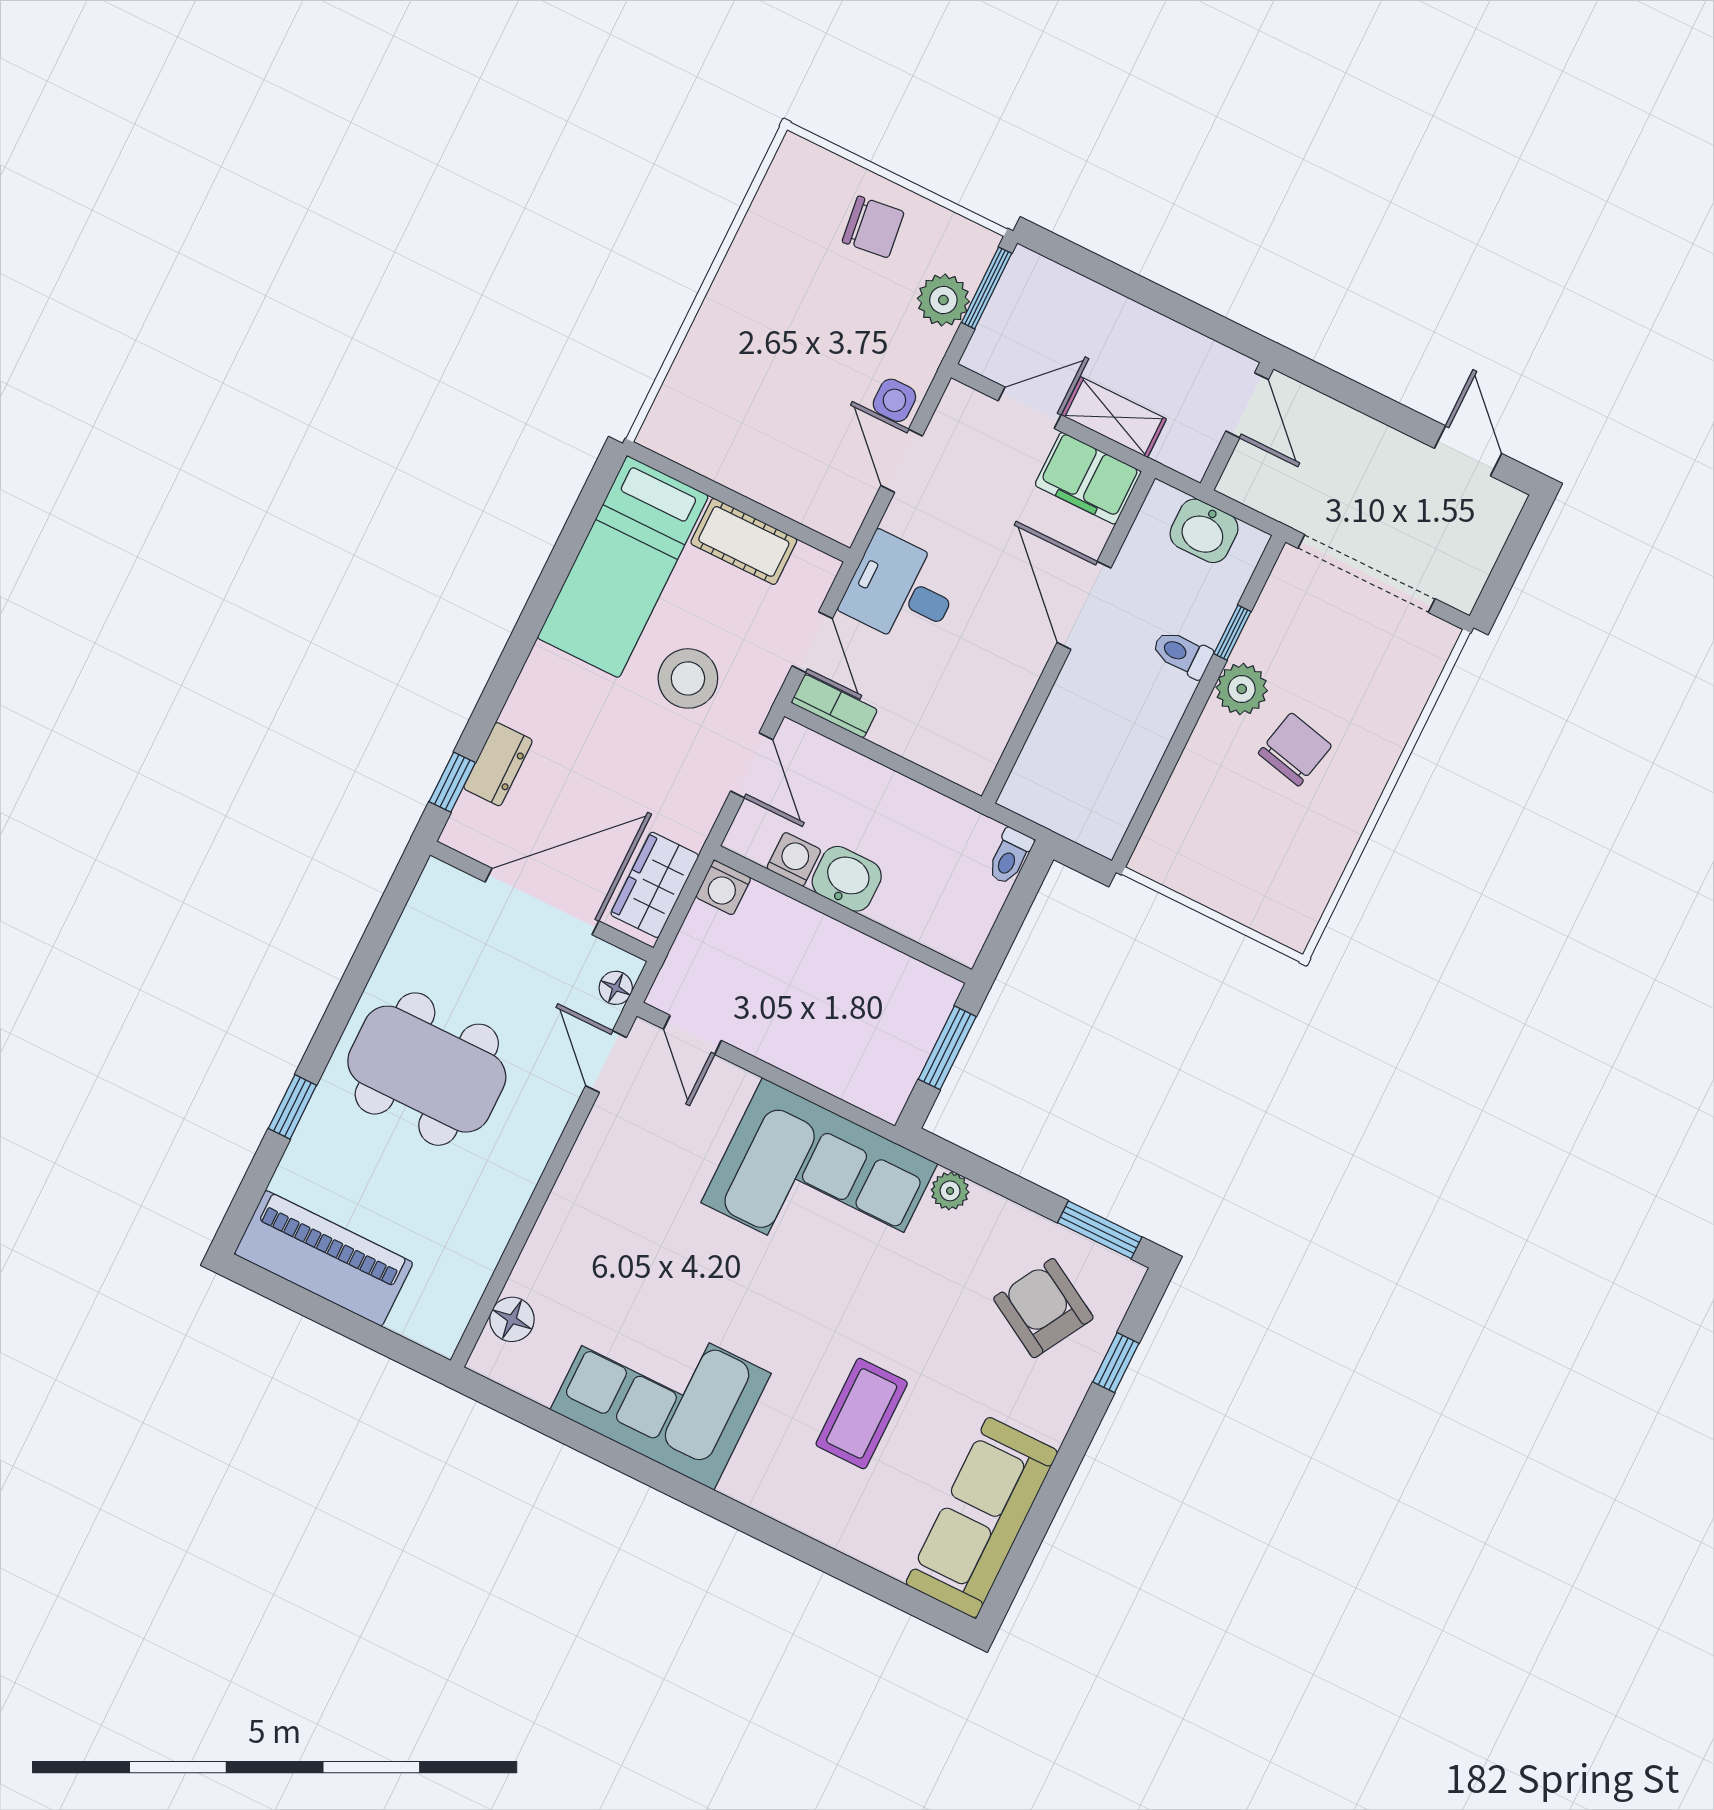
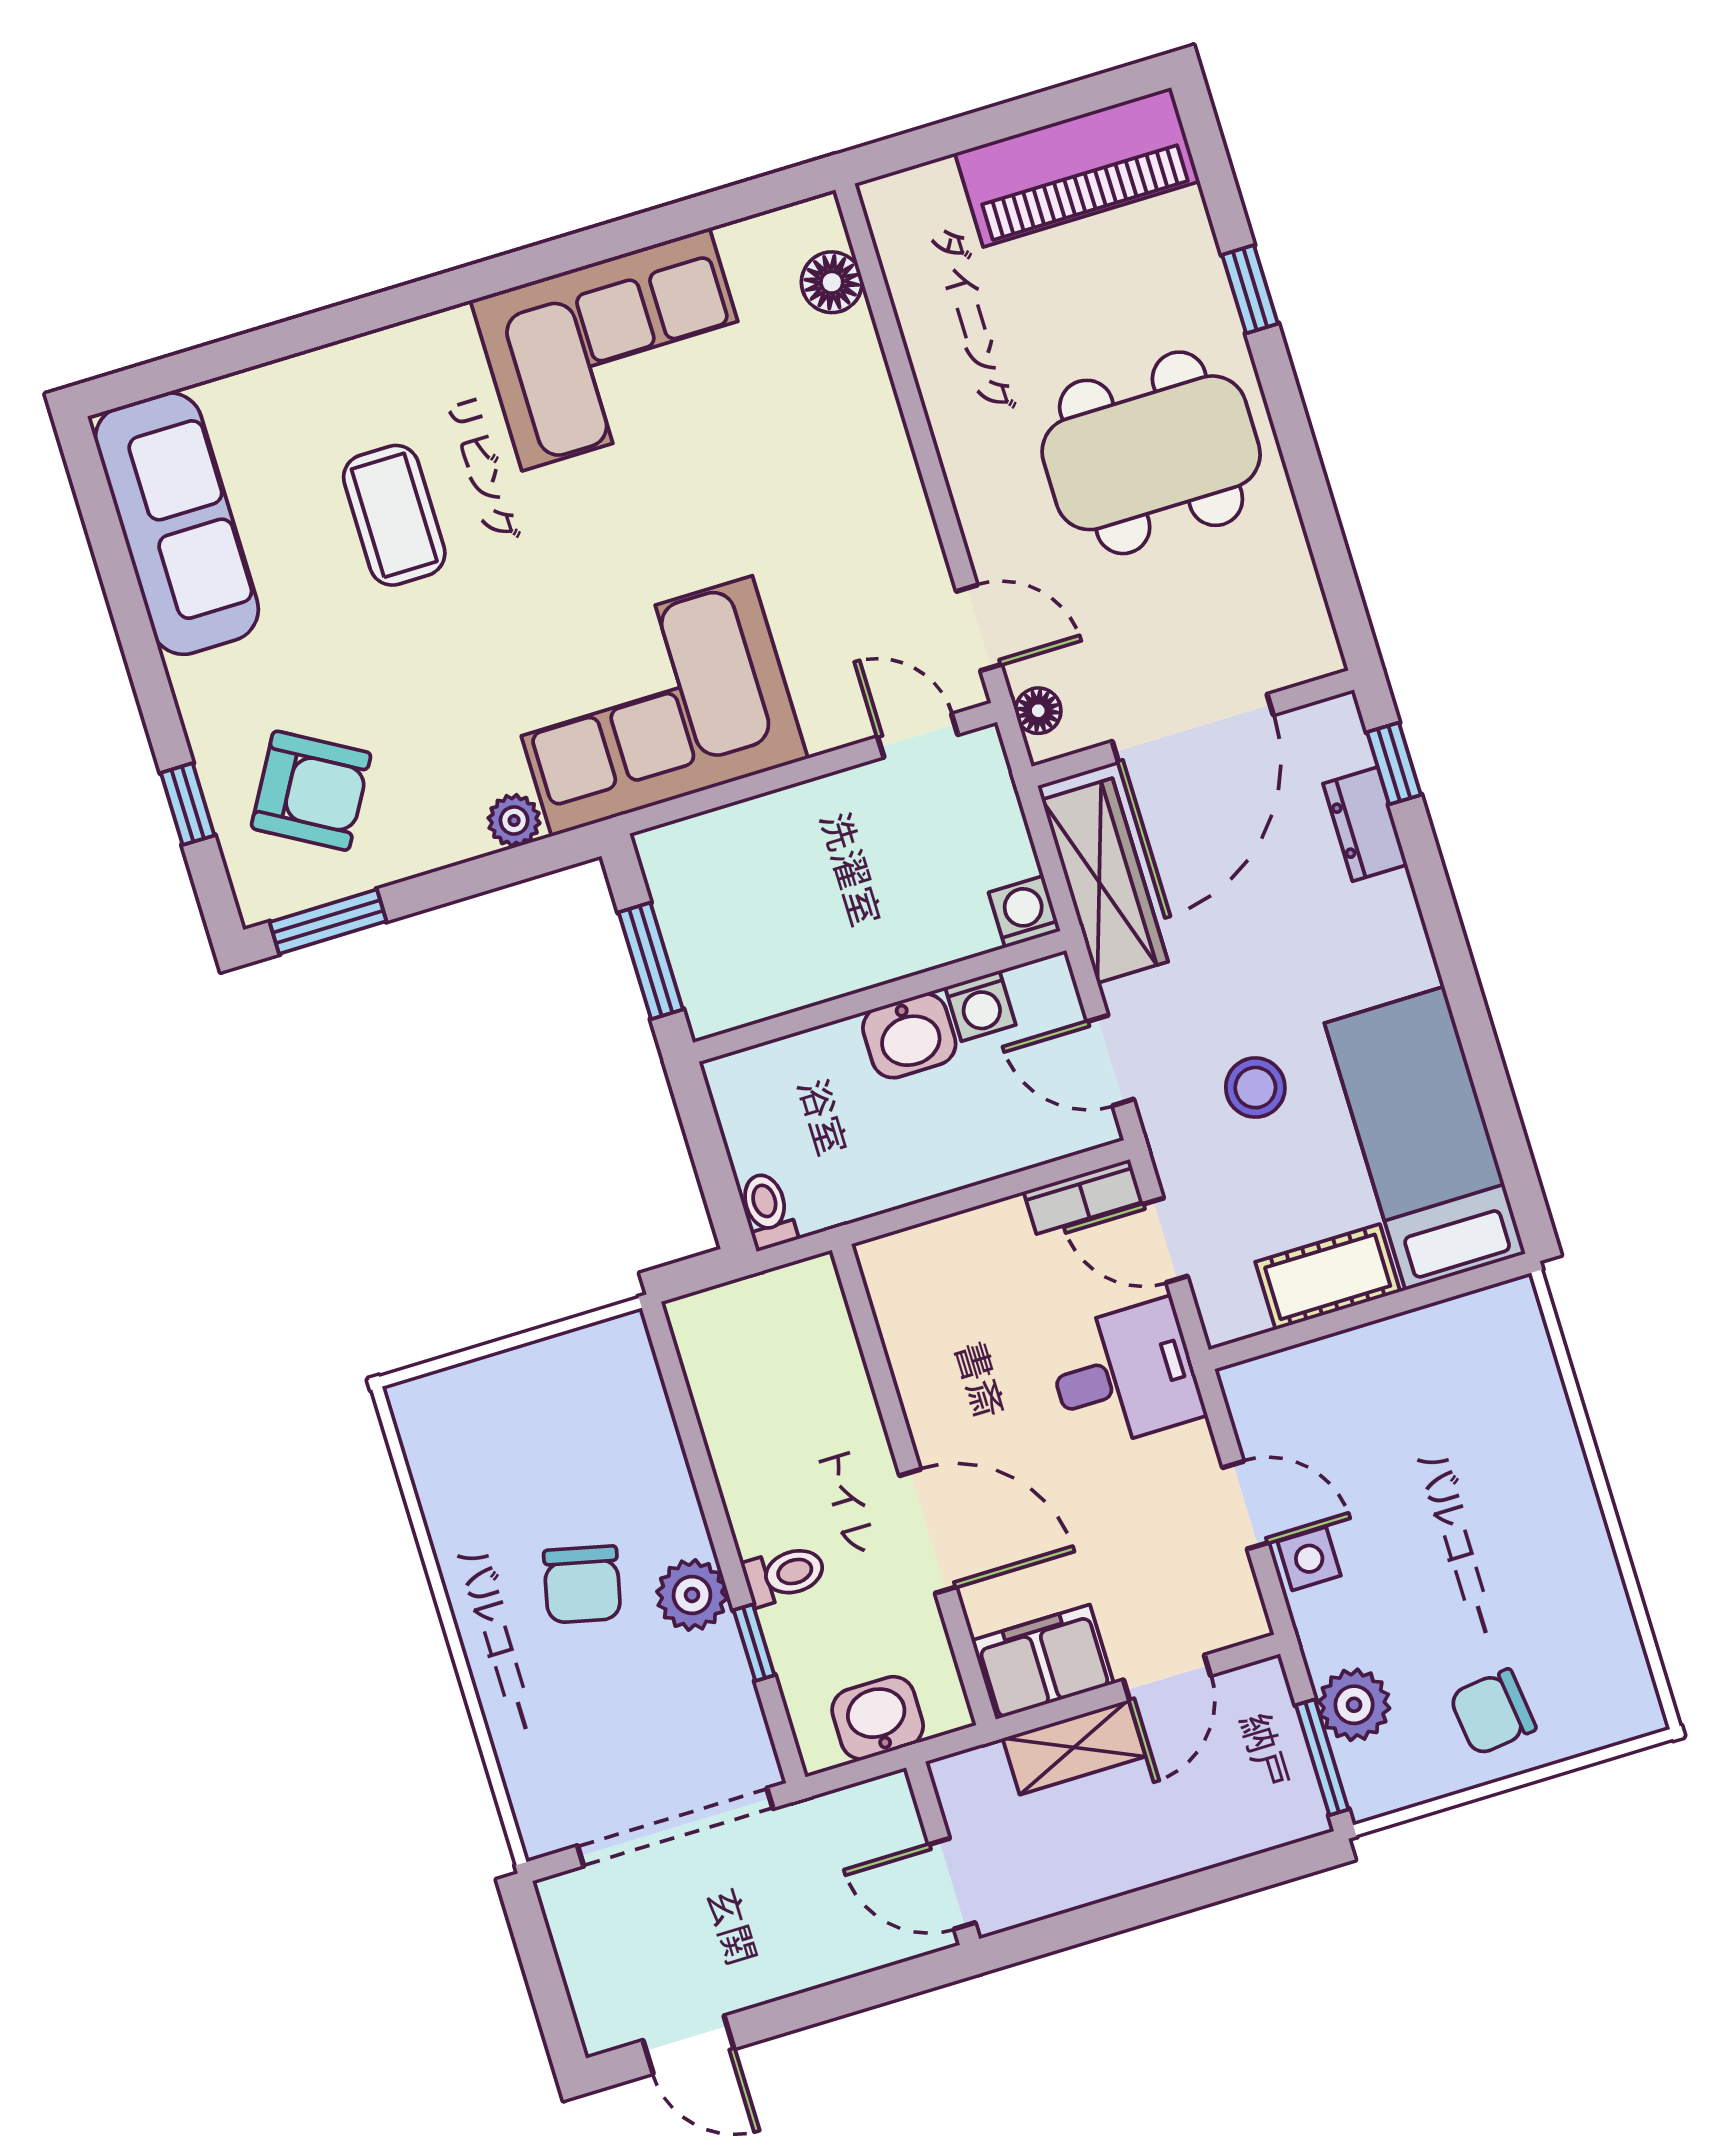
stool: (688, 678) -> (1255, 1088), width x0.73, depth x0.73
wardrobe: (655, 885) -> (1105, 881), width x1.50

